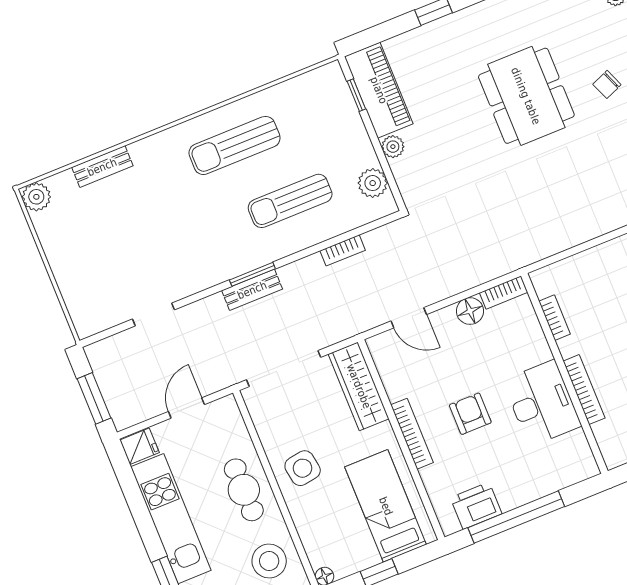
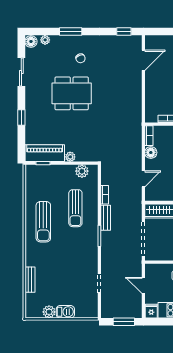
plant: (36, 197) -> (49, 312), moved
barbecue: (65, 268) -> (65, 312), added
bench: (252, 290) -> (106, 218), moved

